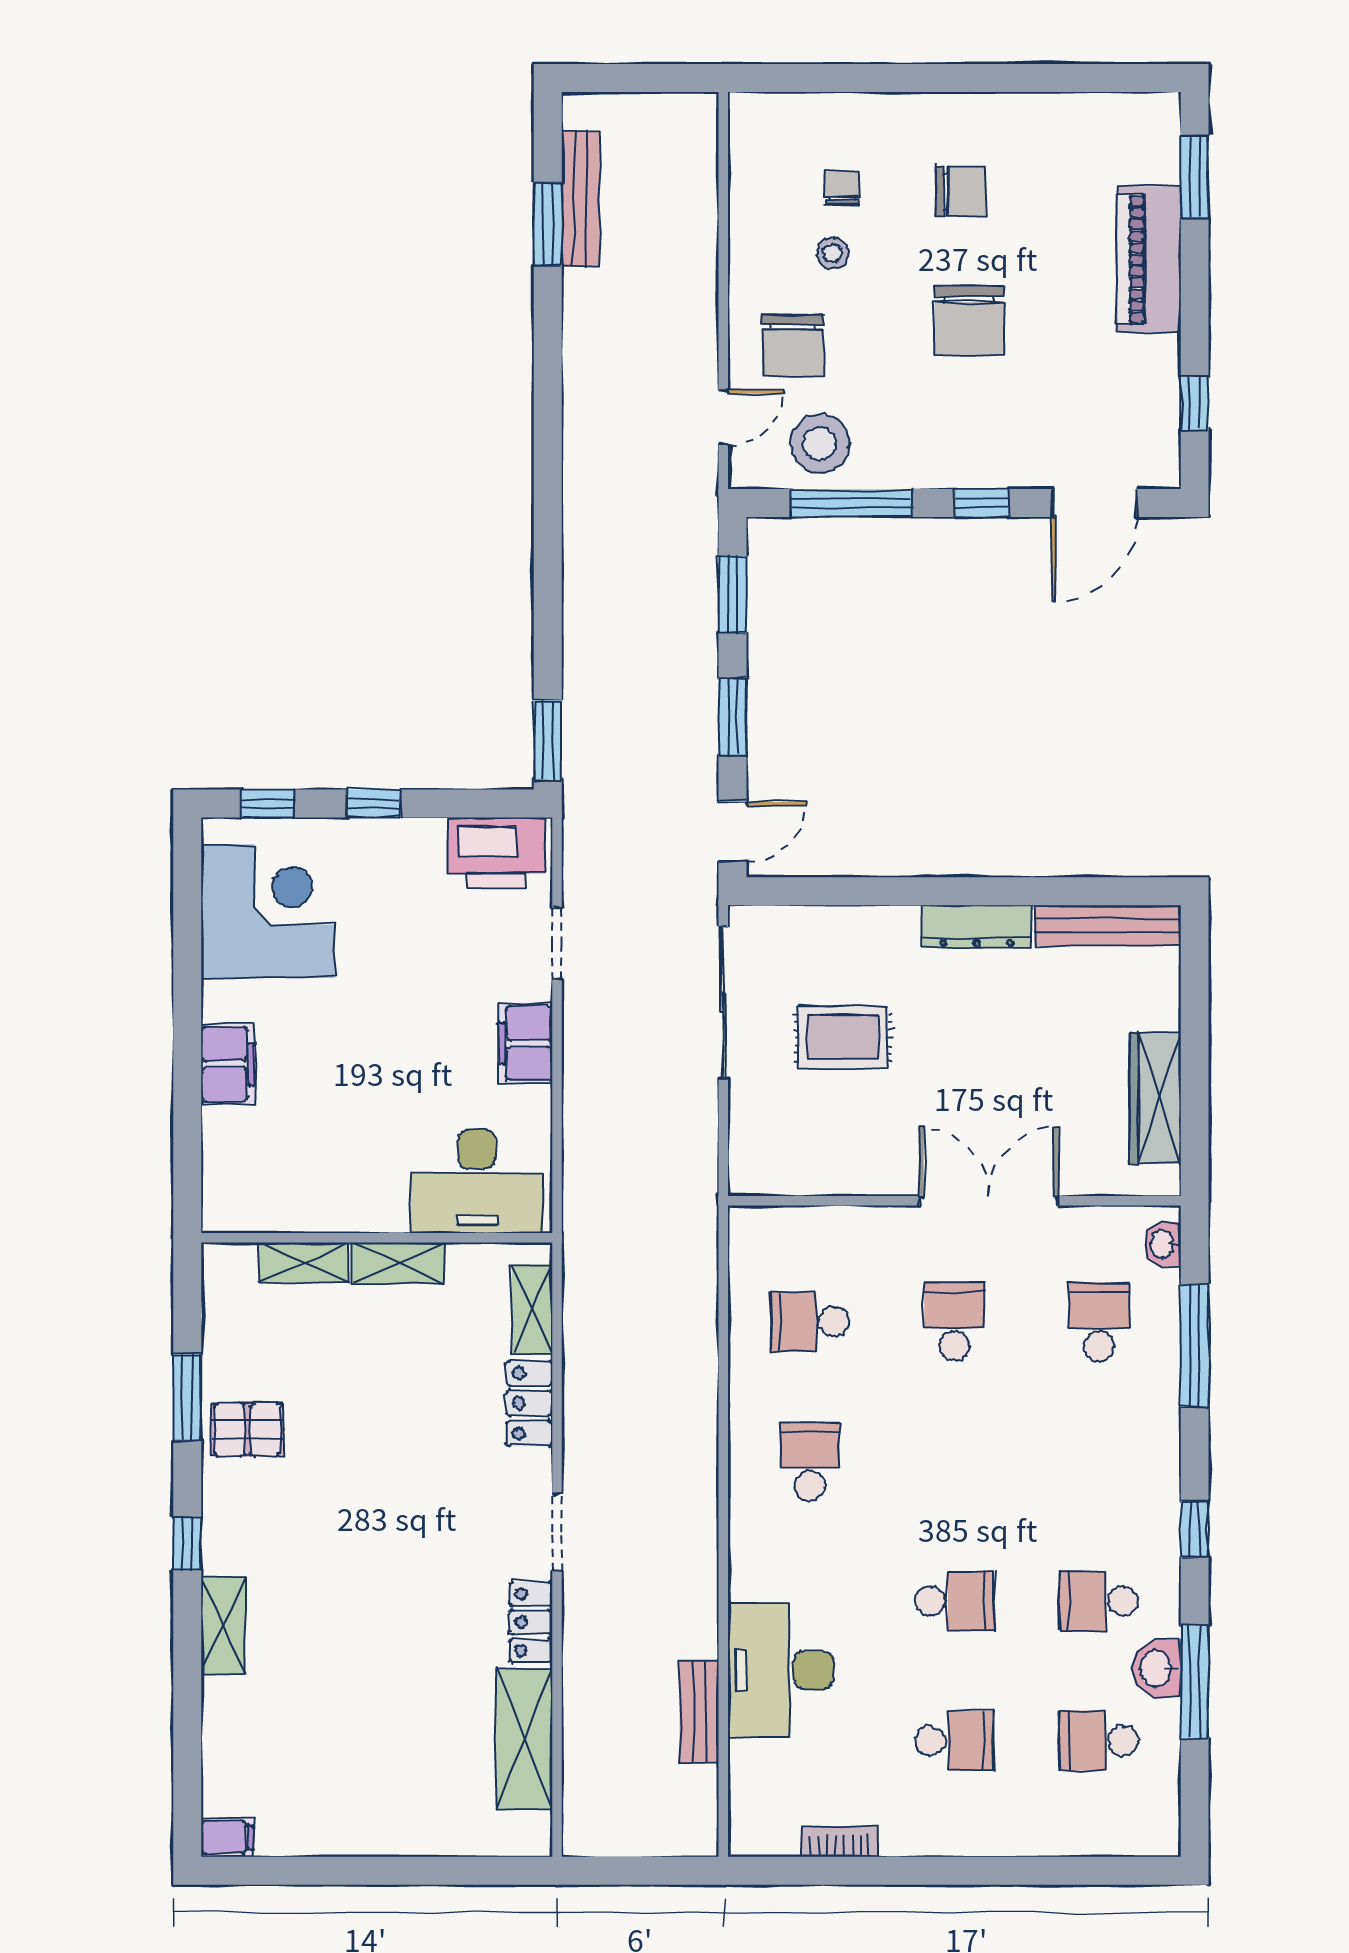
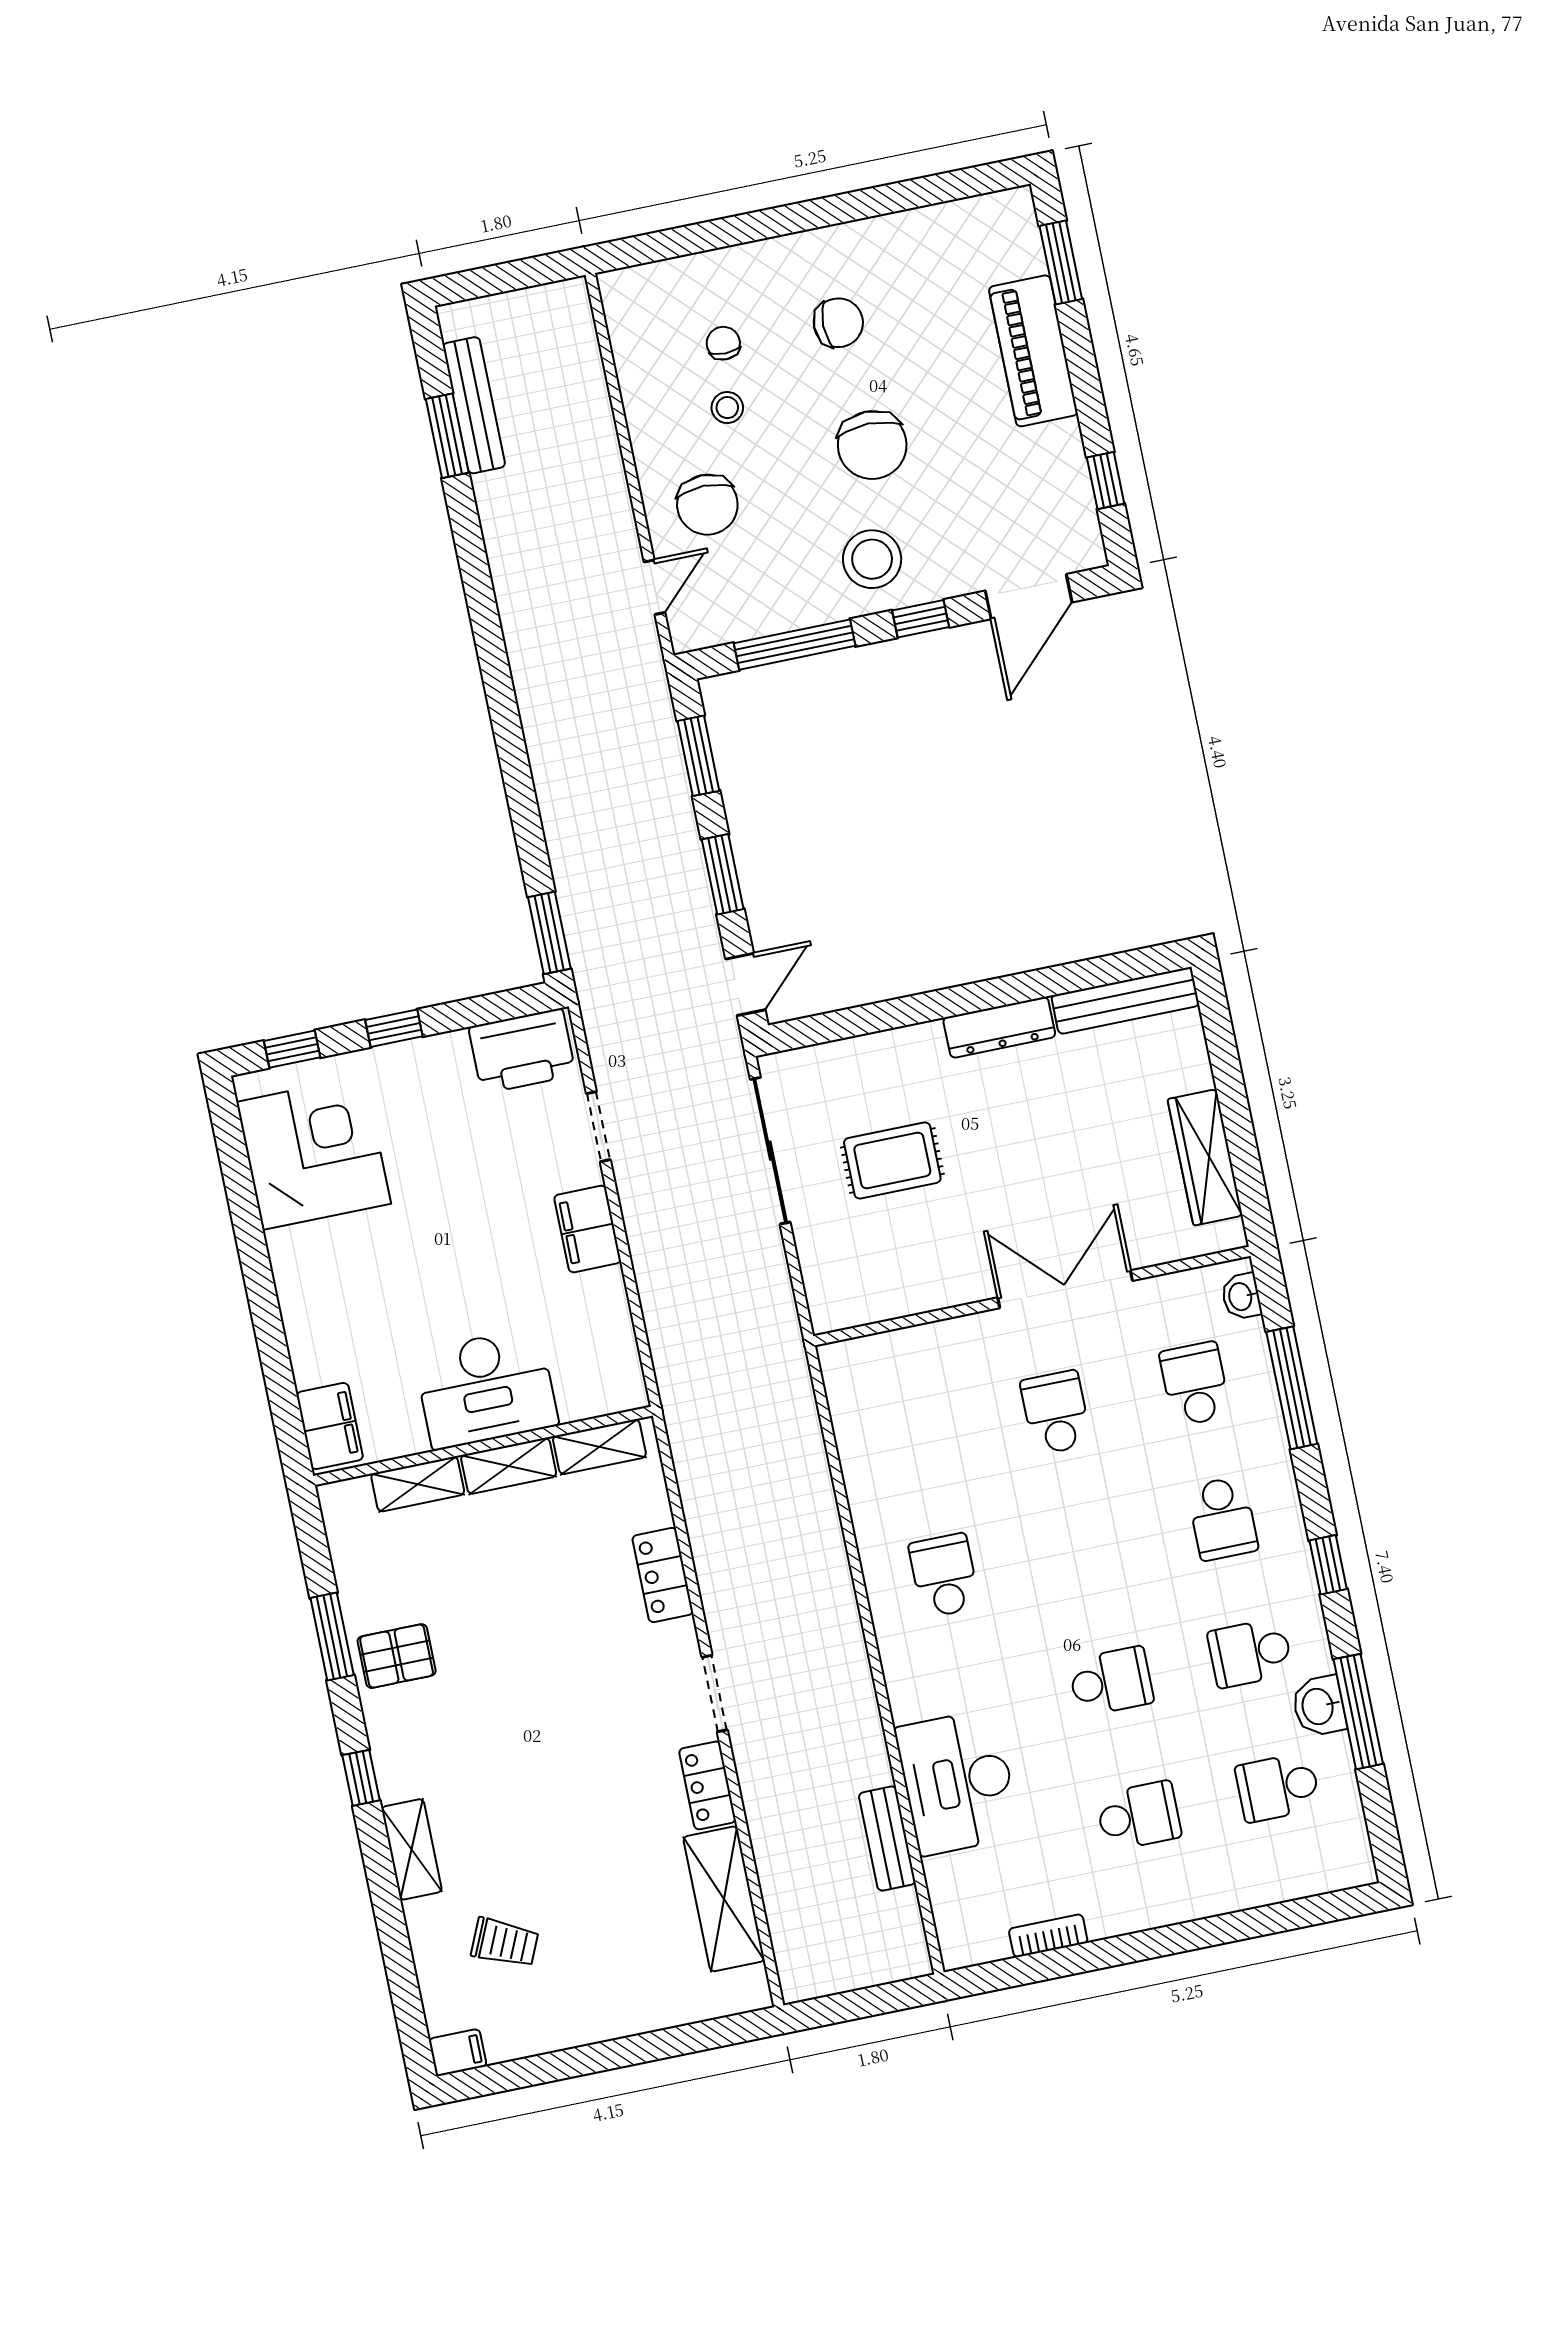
stool: (820, 444) -> (872, 559), moved
filing cabinet: (228, 1064) -> (330, 1426), moved
desk: (477, 1181) -> (486, 1389), moved
shelving: (532, 1309) -> (599, 1447), moved, turned 90
school desk: (810, 1322) -> (1223, 1518), moved, turned -90
trolley: (297, 1737) -> (505, 1943), added

